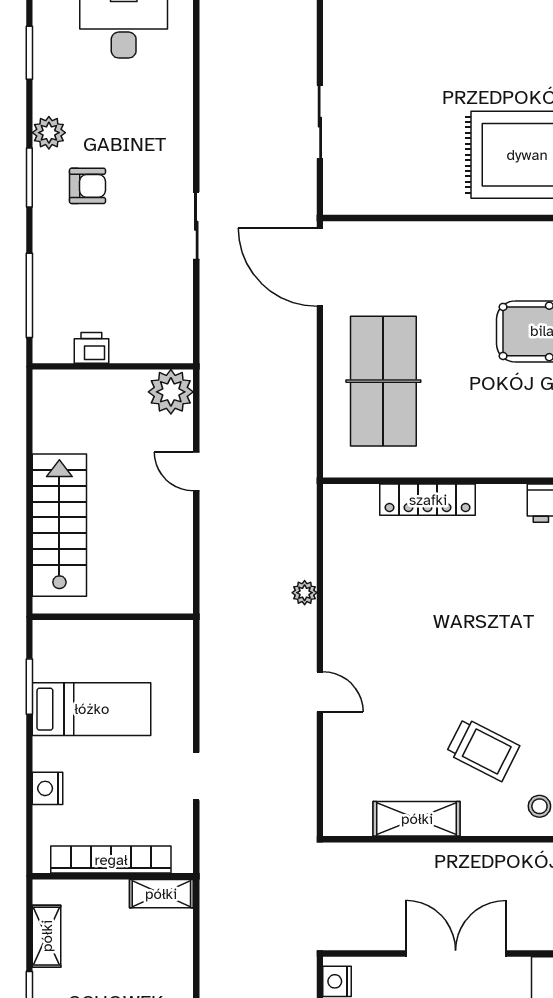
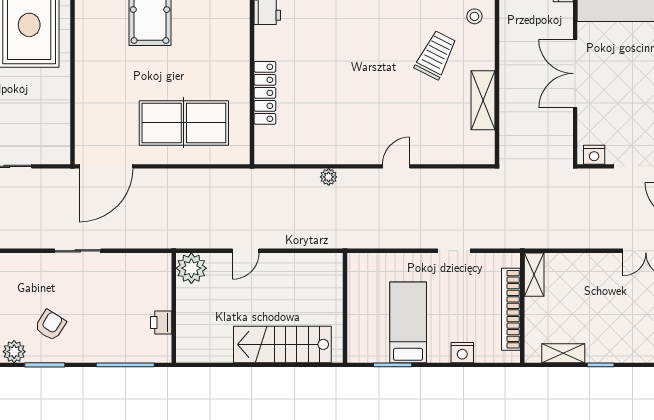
armchair: (88, 186) -> (50, 325), turned 32

